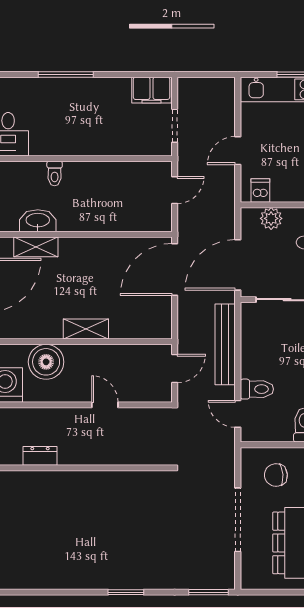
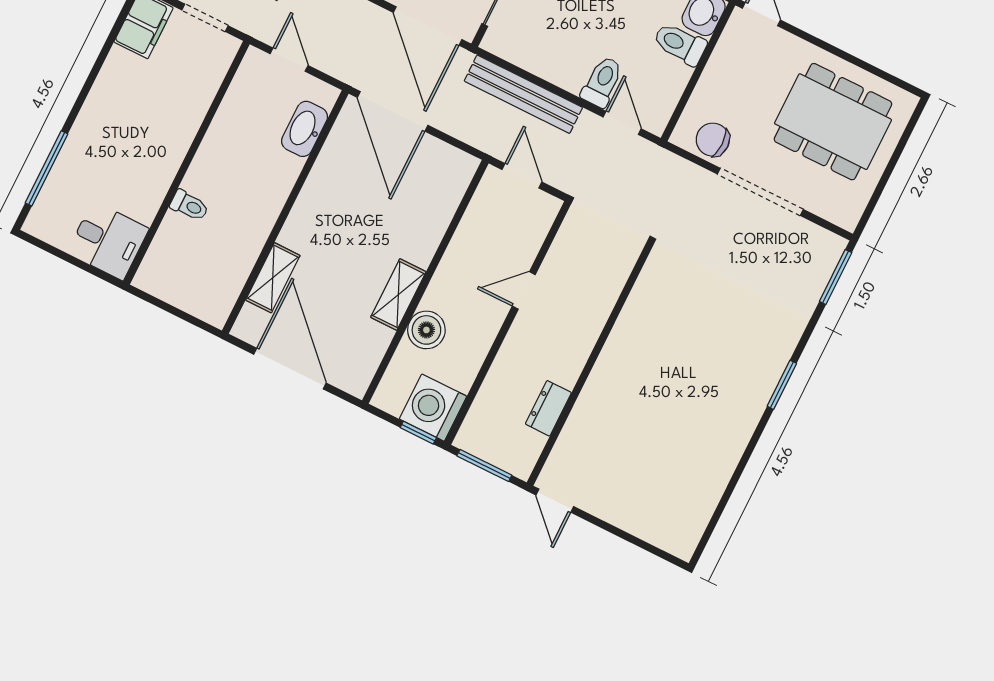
window: (66, 74) -> (47, 168), moved
washbasin: (38, 221) -> (305, 129), moved
shelving: (86, 329) -> (398, 295), moved
boiler: (46, 362) -> (426, 330), width x0.73, depth x0.73
door: (238, 414) -> (622, 123), swing flipped
chair: (276, 475) -> (713, 140), moved, turned 95

